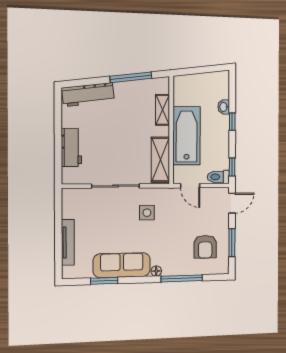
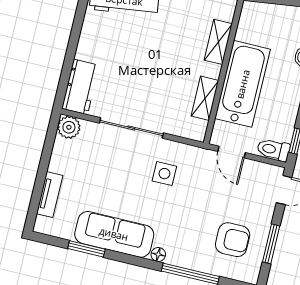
workbench: (71, 147) -> (81, 87), moved
shelving: (160, 160) -> (205, 98), width x0.67, depth x0.75
plant: (70, 197) -> (69, 127), added
tv unit: (68, 242) -> (50, 195), width x0.71
armchair: (205, 247) -> (233, 240), turned -90

